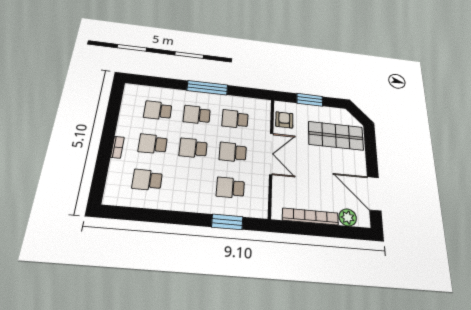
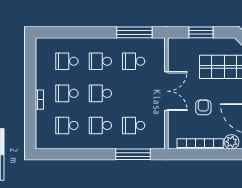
window: (207, 88) -> (134, 32), moved
armchair: (284, 120) -> (203, 107), moved
school desk: (233, 152) -> (100, 125), moved
window: (227, 222) -> (133, 154), width x1.44

